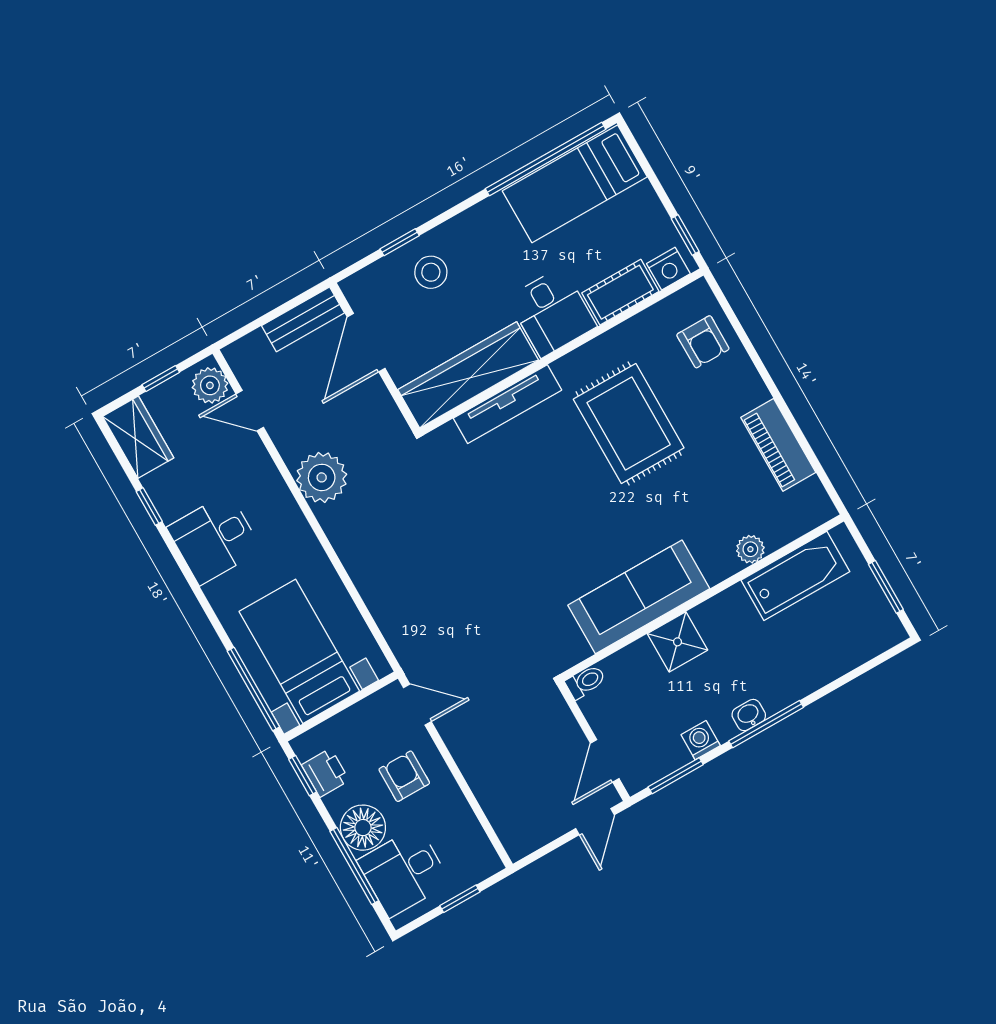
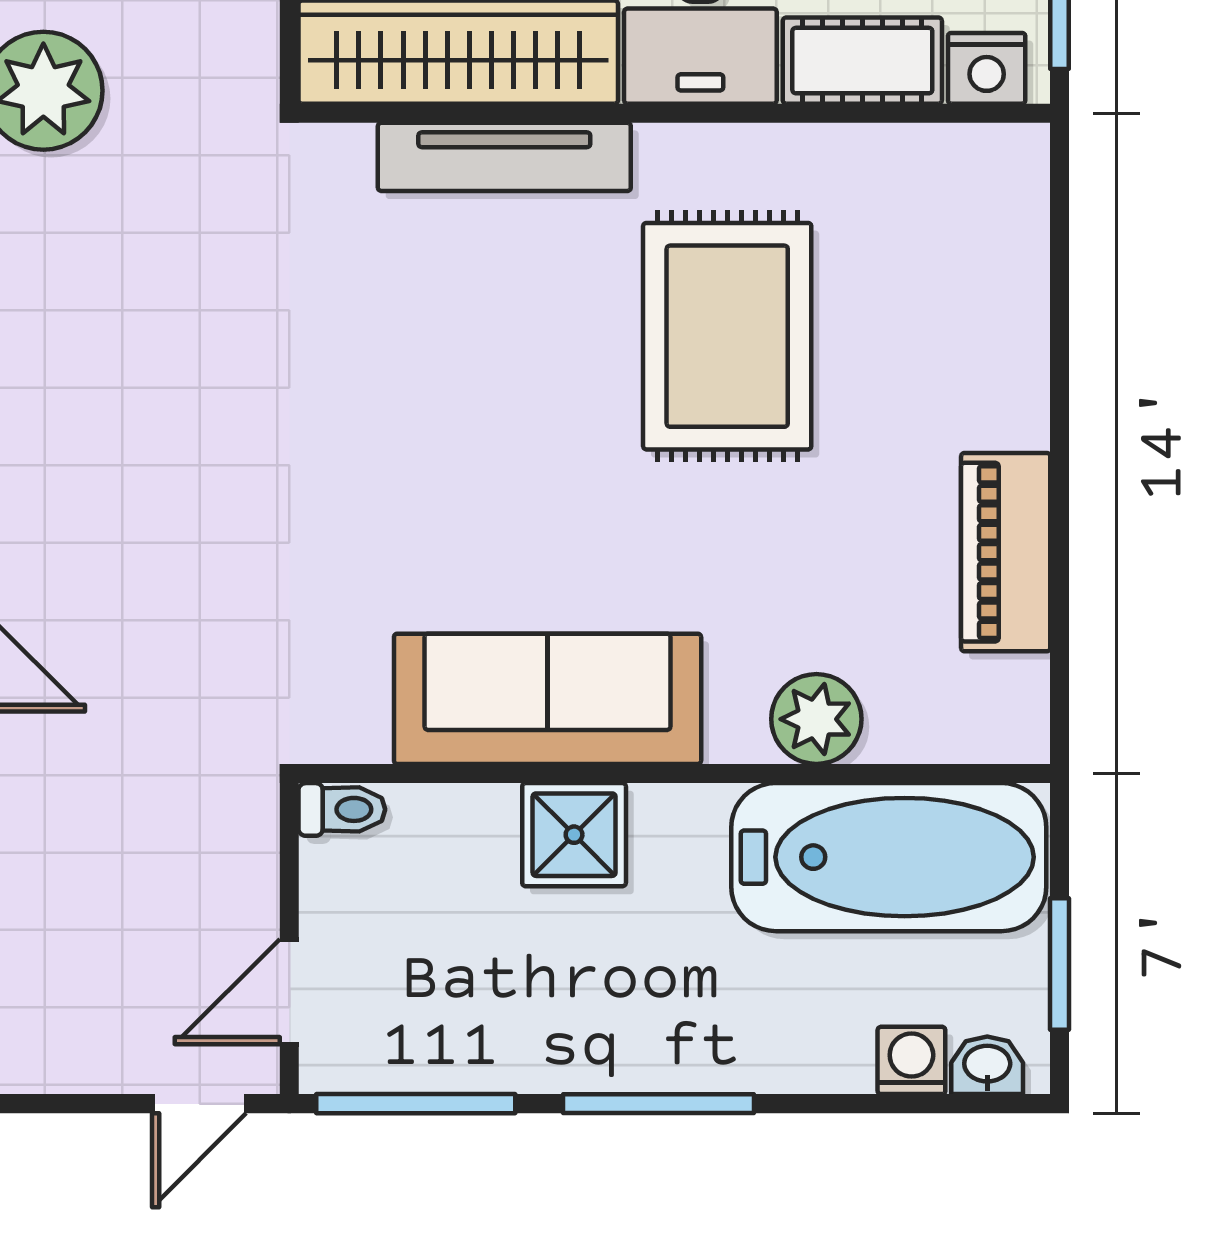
armchair: (703, 342) -> (972, 256), removed
plant: (750, 549) -> (816, 719), width x1.38, depth x1.38
bathtub: (795, 576) -> (889, 857), width x1.36, depth x1.36
washbasin: (749, 715) -> (987, 1065), moved
washing machine: (701, 740) -> (911, 1060), moved
window: (676, 776) -> (416, 1104), width x1.44

